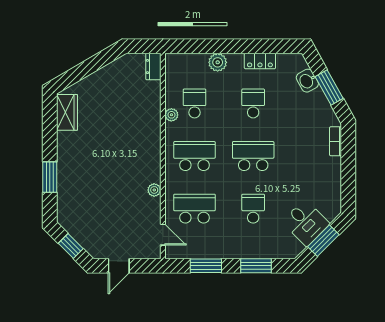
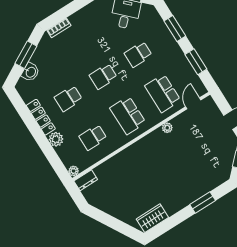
locker: (260, 61) -> (41, 117), width x1.53
plant: (171, 115) -> (74, 171), moved
school desk: (253, 156) -> (103, 76), width x0.54

